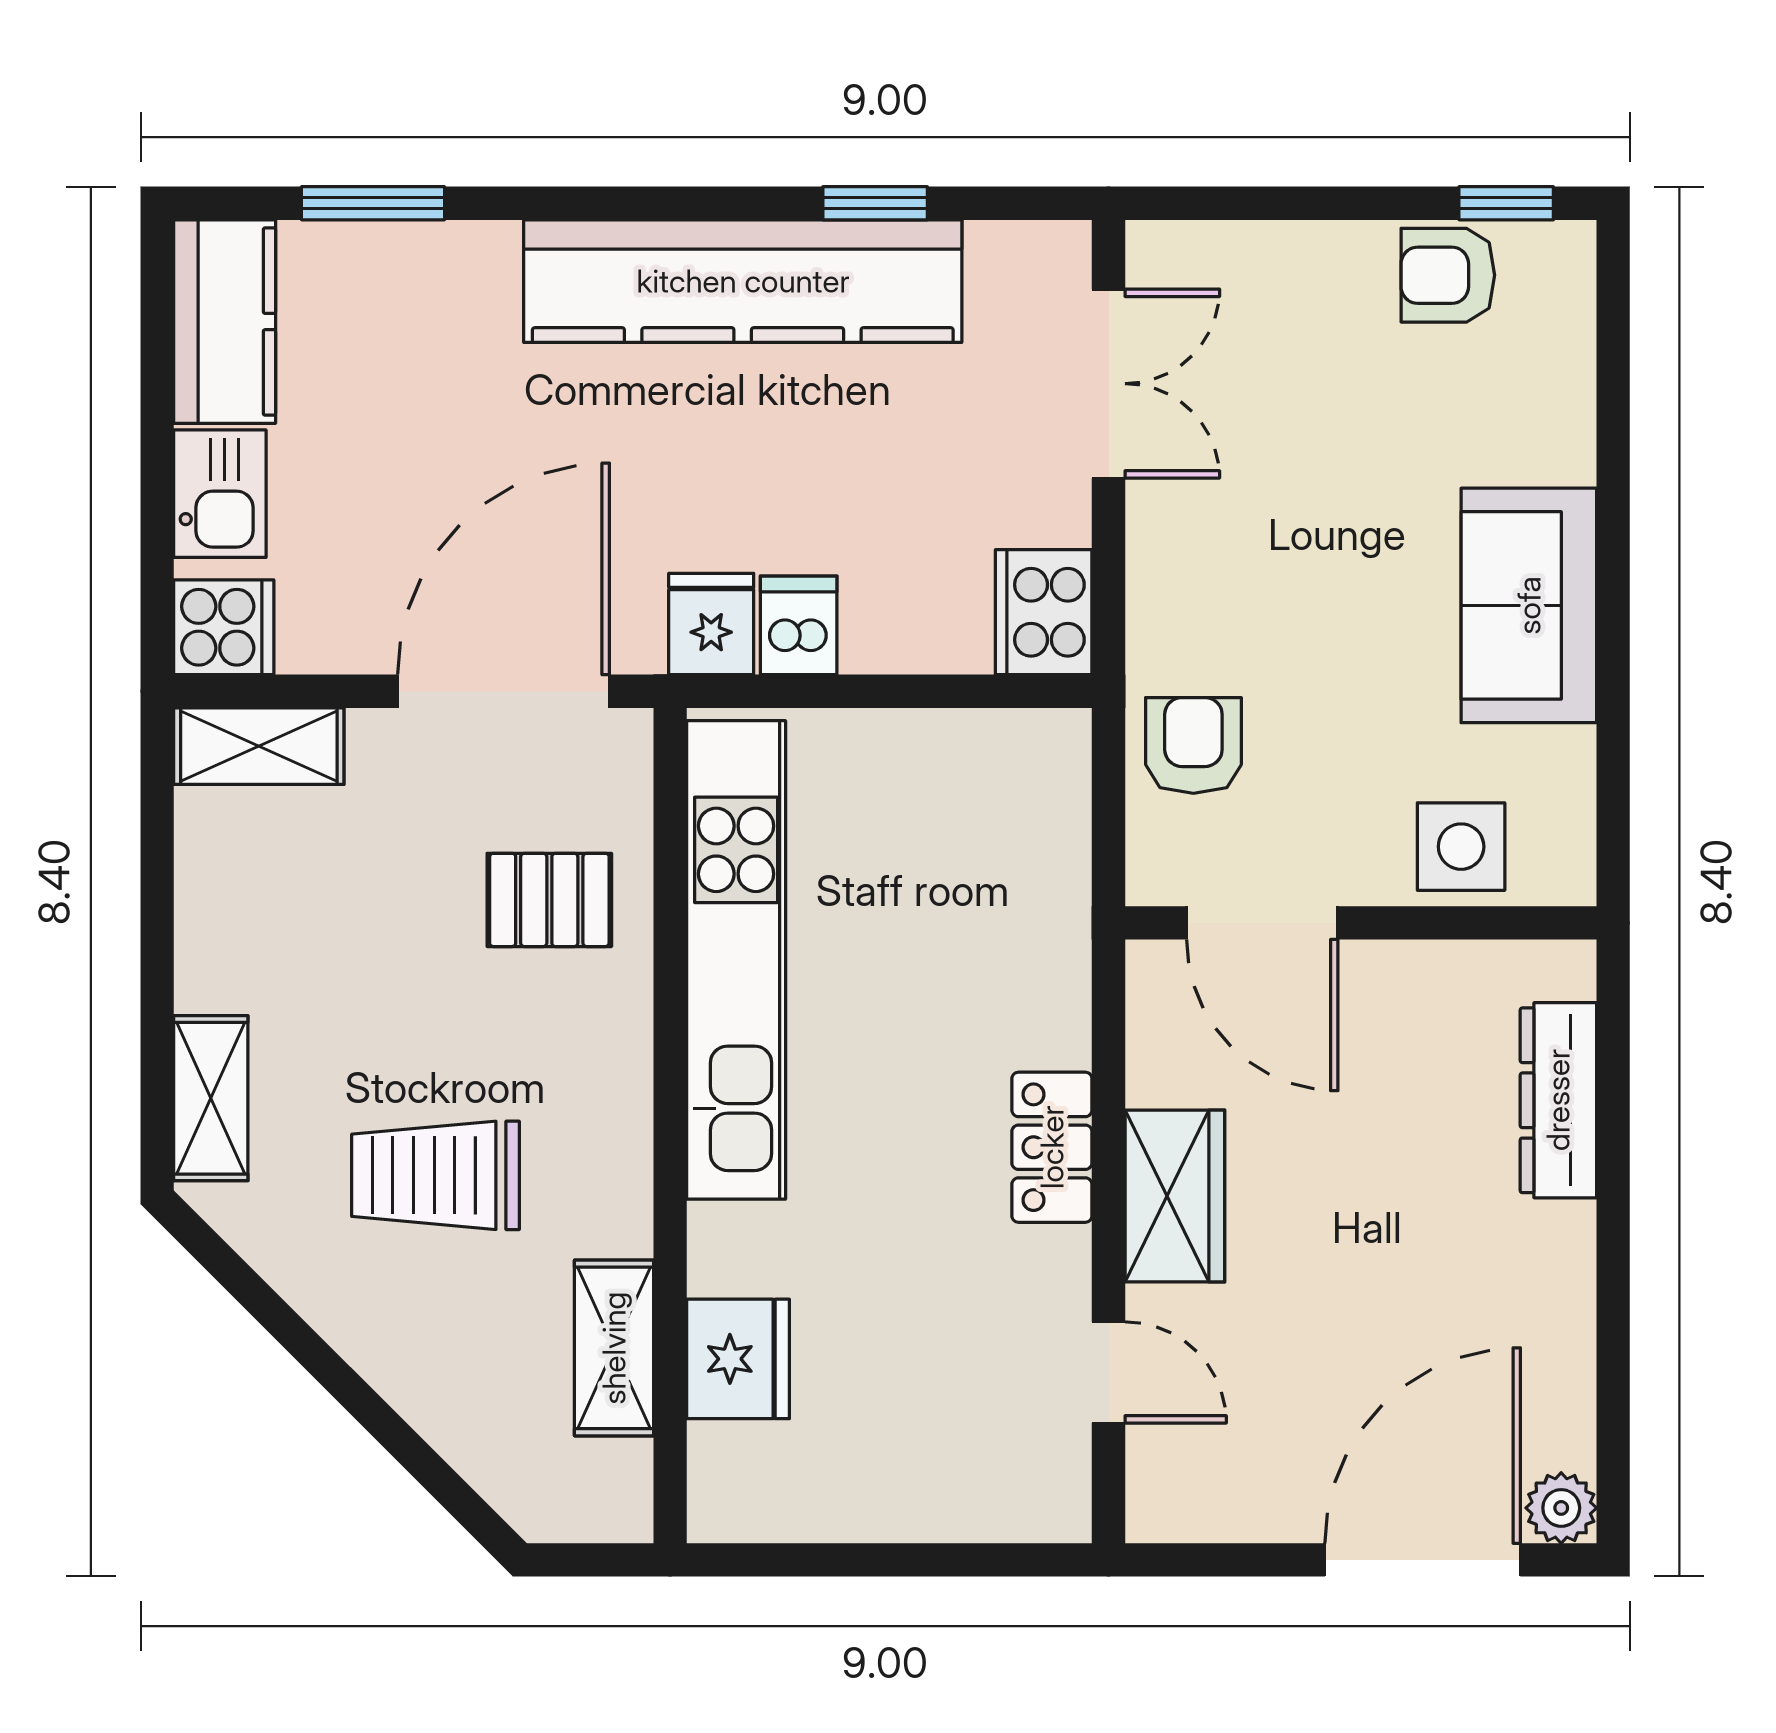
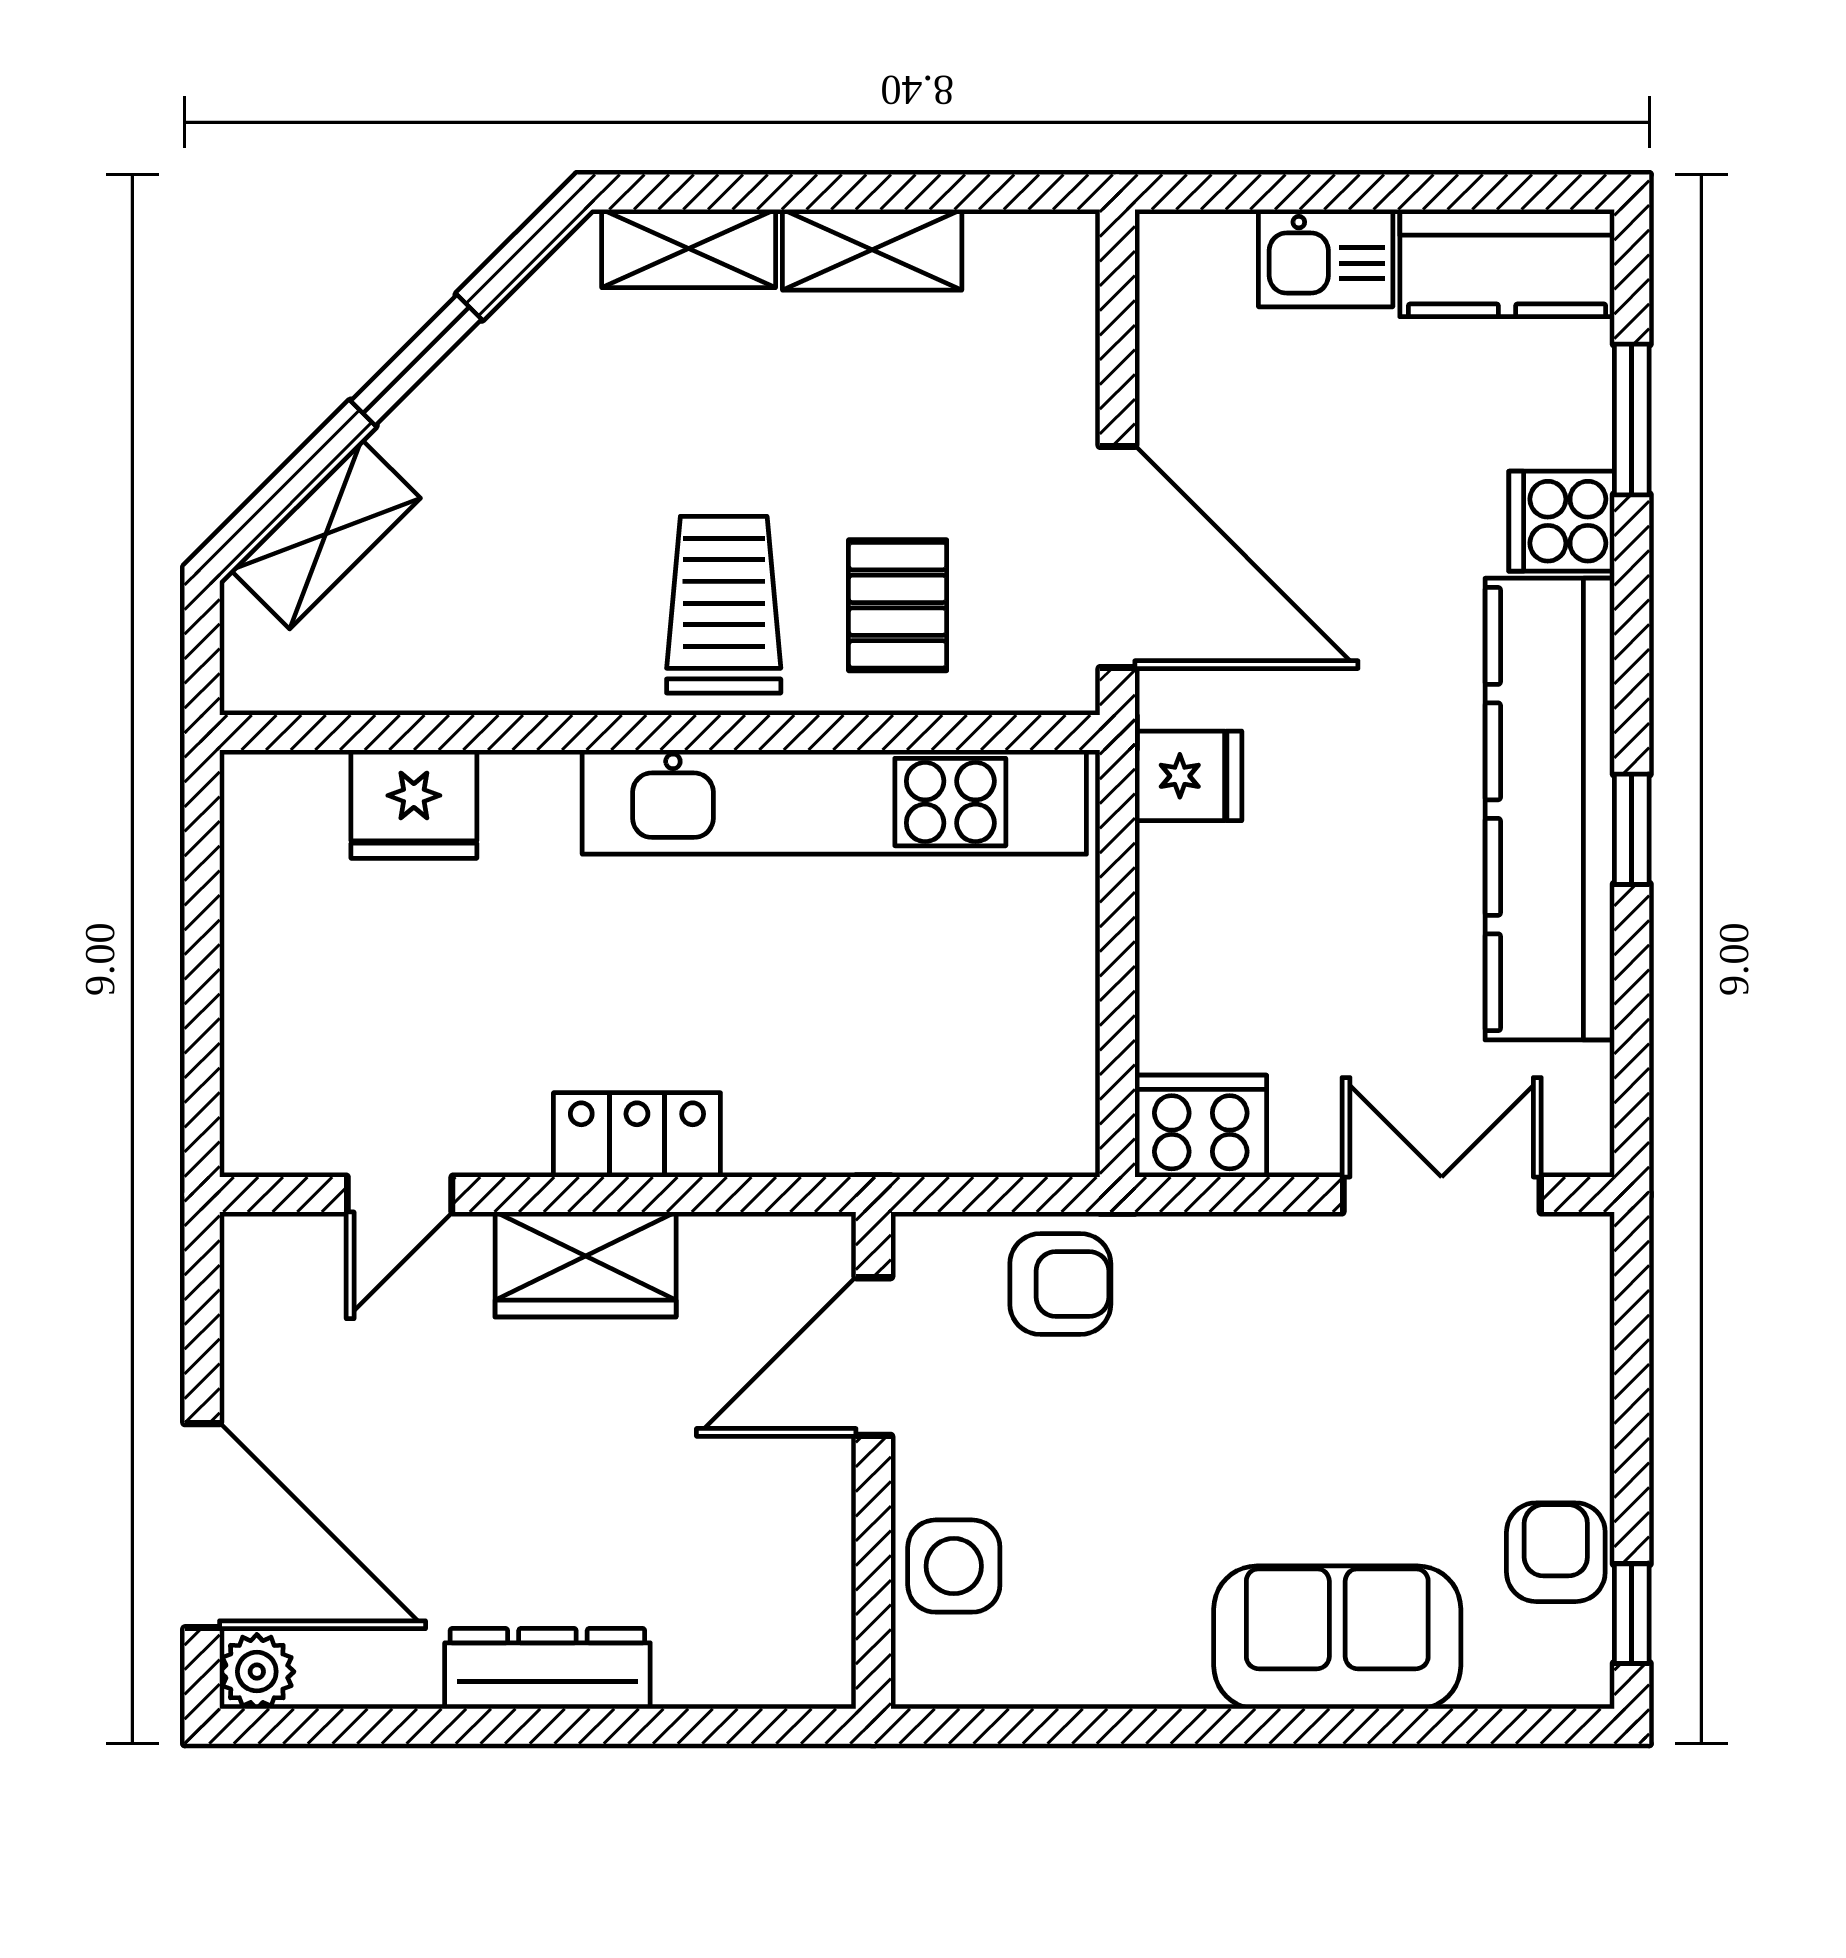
window: (875, 203) -> (1632, 829), moved
double door: (1109, 384) -> (1442, 1195), swing flipped
sofa: (1529, 605) -> (1337, 1637), moved
dishwasher: (799, 625) -> (1187, 868), removed
cooker: (224, 627) -> (1562, 521), moved, turned 90
shelving: (259, 746) -> (872, 250), moved, turned 90
dresser: (1558, 1100) -> (547, 1669), moved
trolley: (436, 1175) -> (724, 605), moved
shelving: (614, 1348) -> (326, 534), moved, turned -45
window: (317, 1357) -> (416, 360), added

